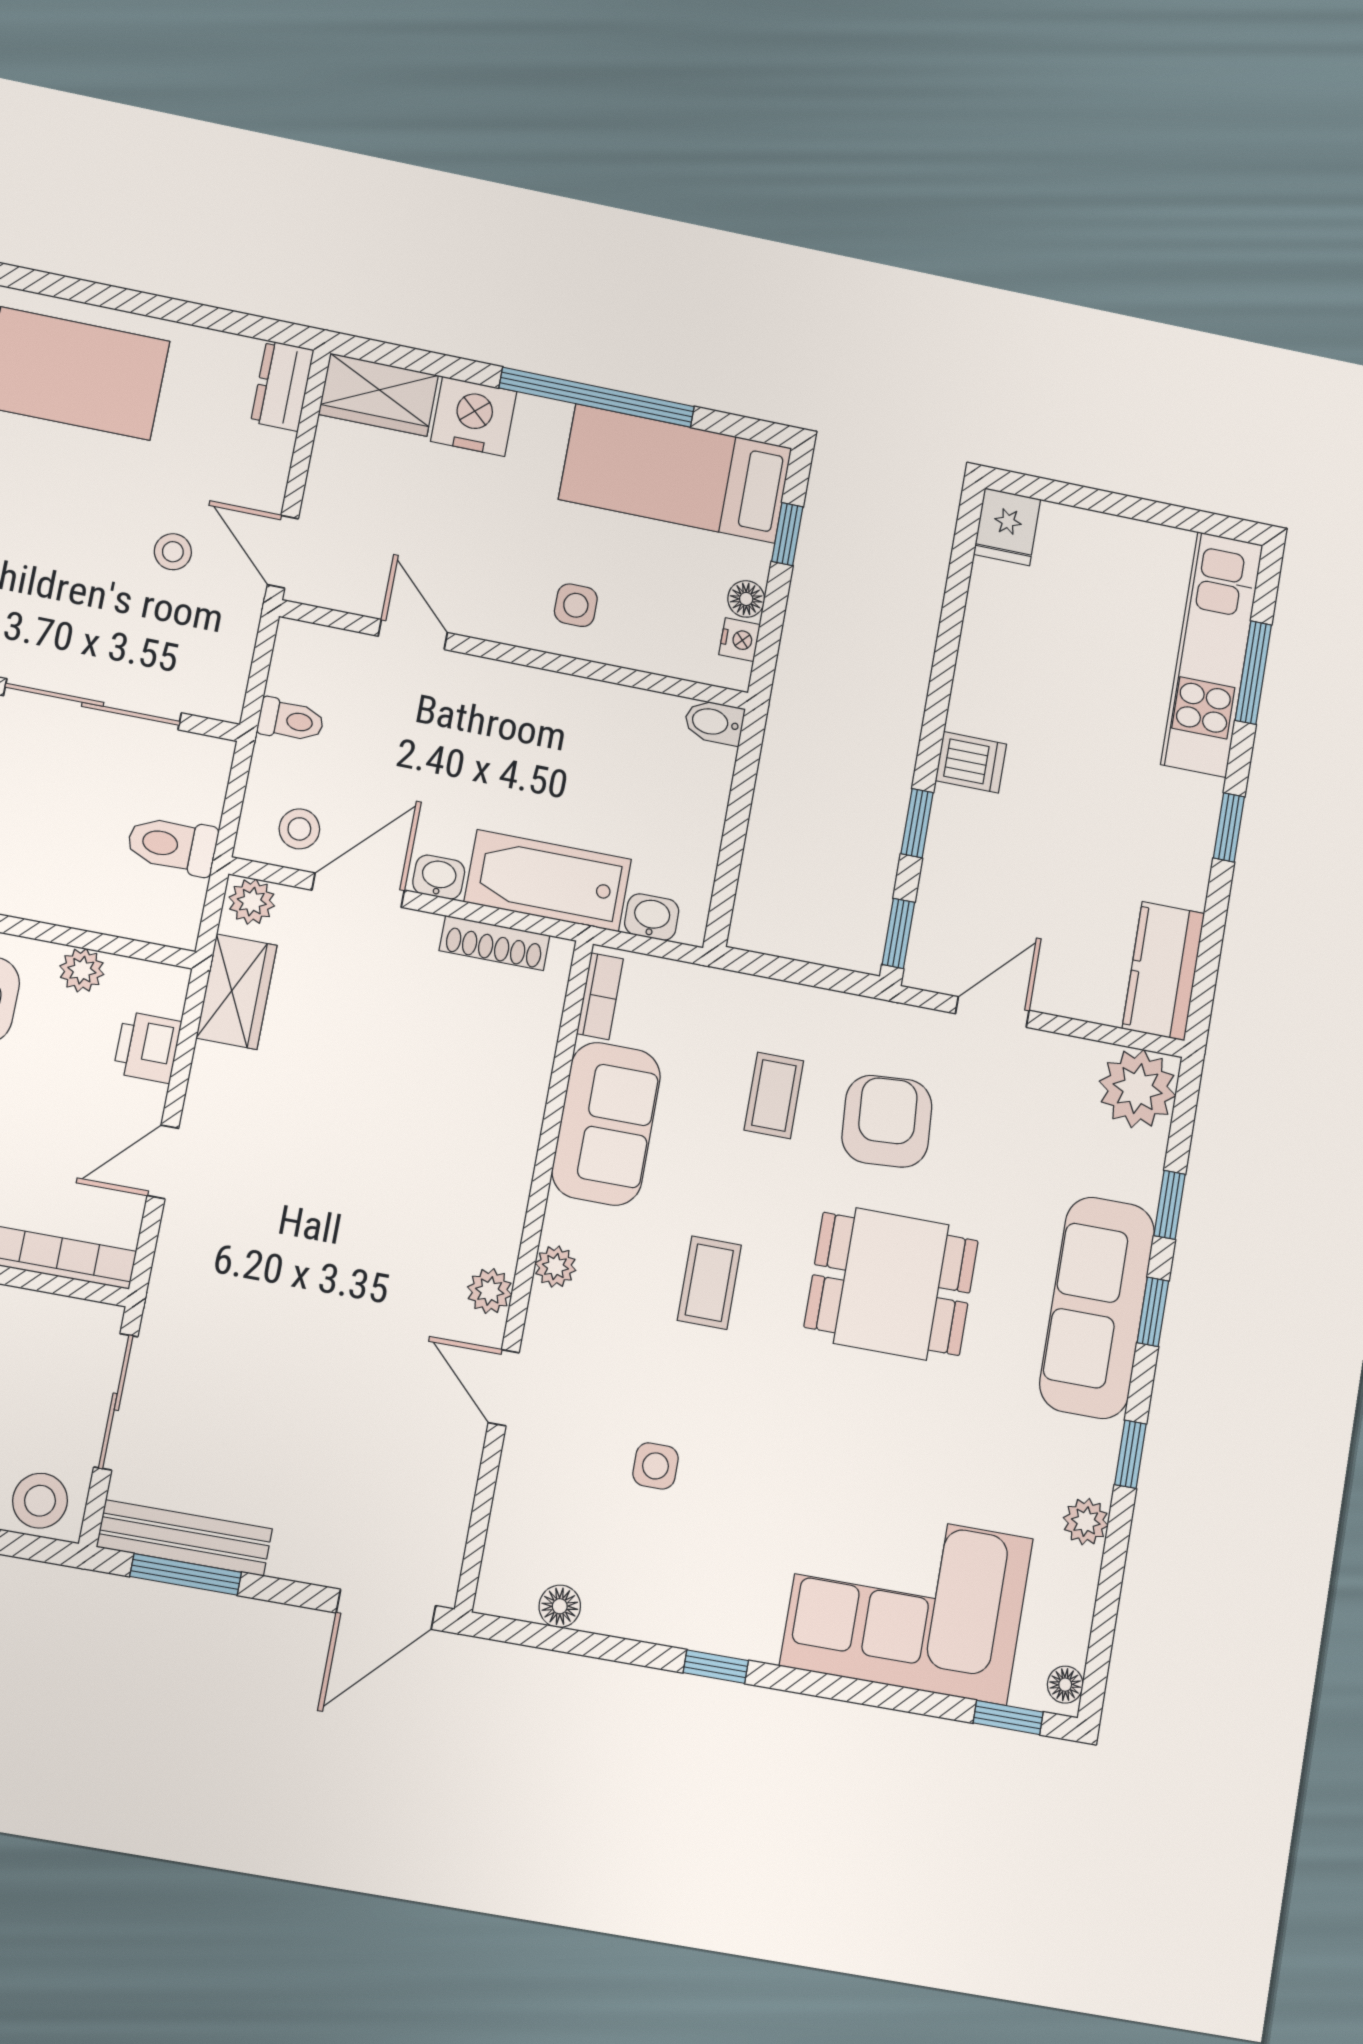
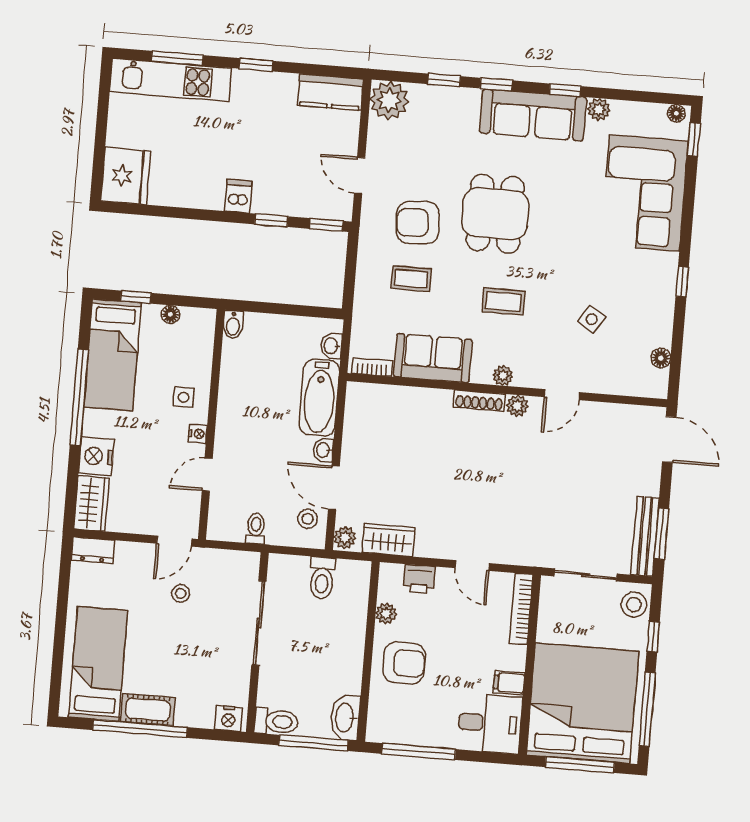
fridge: (1007, 527) -> (126, 176), width x1.88, depth x1.34
nightstand: (740, 640) -> (198, 434), moved, turned 90
shoe rack: (494, 943) -> (479, 401), moved, turned 90
sofa: (1097, 1308) -> (533, 115), moved
side table: (655, 1466) -> (592, 319), turned 33

